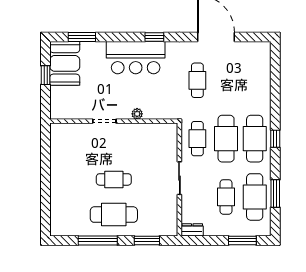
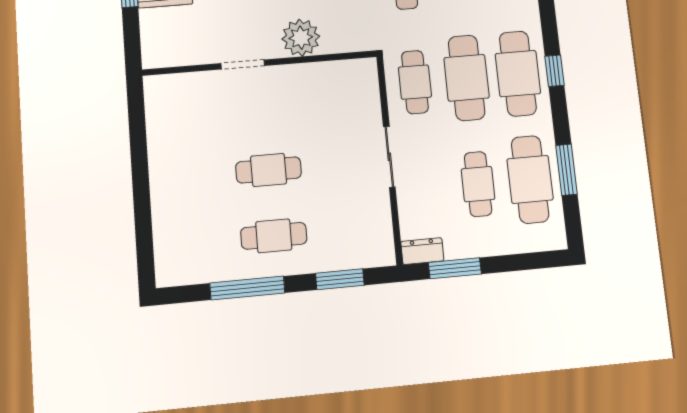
plant: (137, 114) -> (301, 38), width x1.88, depth x1.88
cafe table: (114, 215) -> (274, 236), width x0.73, depth x0.74
window: (242, 240) -> (455, 268), moved

